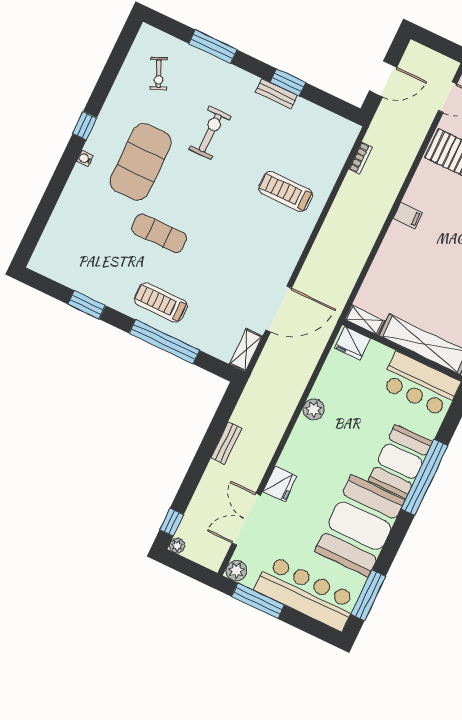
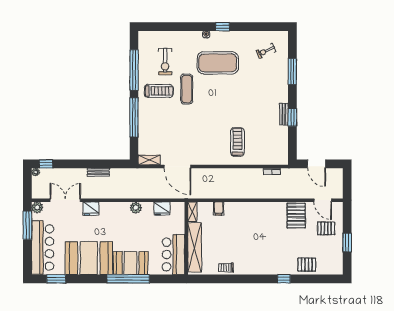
exercise bike: (210, 133) -> (165, 62), moved, turned 90
filing cabinet: (408, 216) -> (219, 208), moved
treadmill: (161, 302) -> (159, 91), moved, turned 90
window: (87, 305) -> (134, 70), width x2.11
fridge: (352, 343) -> (162, 209), moved, turned -90
window: (368, 595) -> (56, 279), width x0.69

